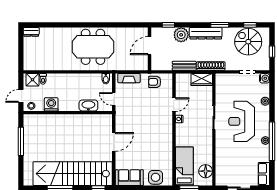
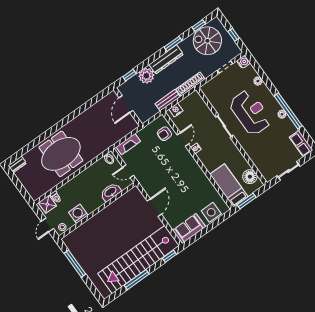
meeting table: (93, 47) -> (61, 154), moved
nightstand: (185, 78) -> (176, 110), added
wardrobe: (202, 80) -> (191, 101), removed
armchair: (155, 82) -> (164, 134), moved
reception desk: (242, 121) -> (250, 112), turned 180

